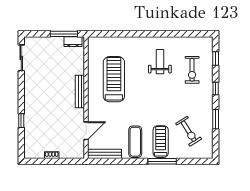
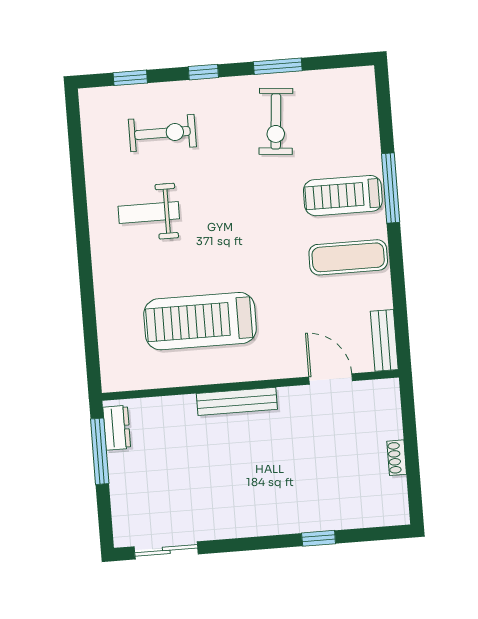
exercise bike: (189, 131) -> (276, 121), moved, turned 127
bench: (105, 154) -> (384, 340), width x0.73

